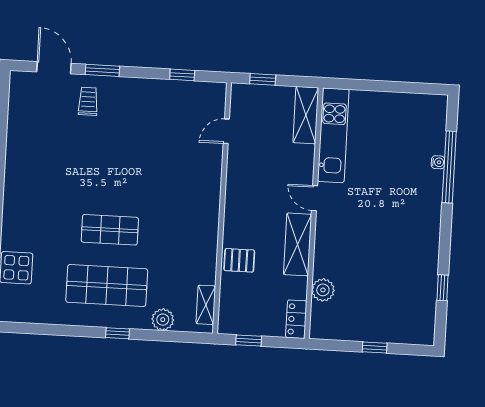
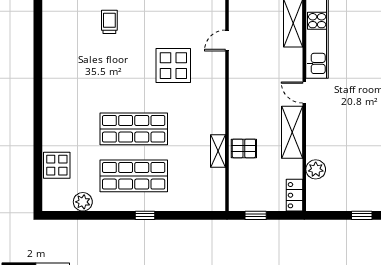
display table: (161, 157) -> (173, 66), added
shop shelf: (110, 230) -> (134, 129), width x1.43, depth x1.36
shelving: (206, 305) -> (218, 151), moved
plant: (163, 320) -> (83, 202), moved

